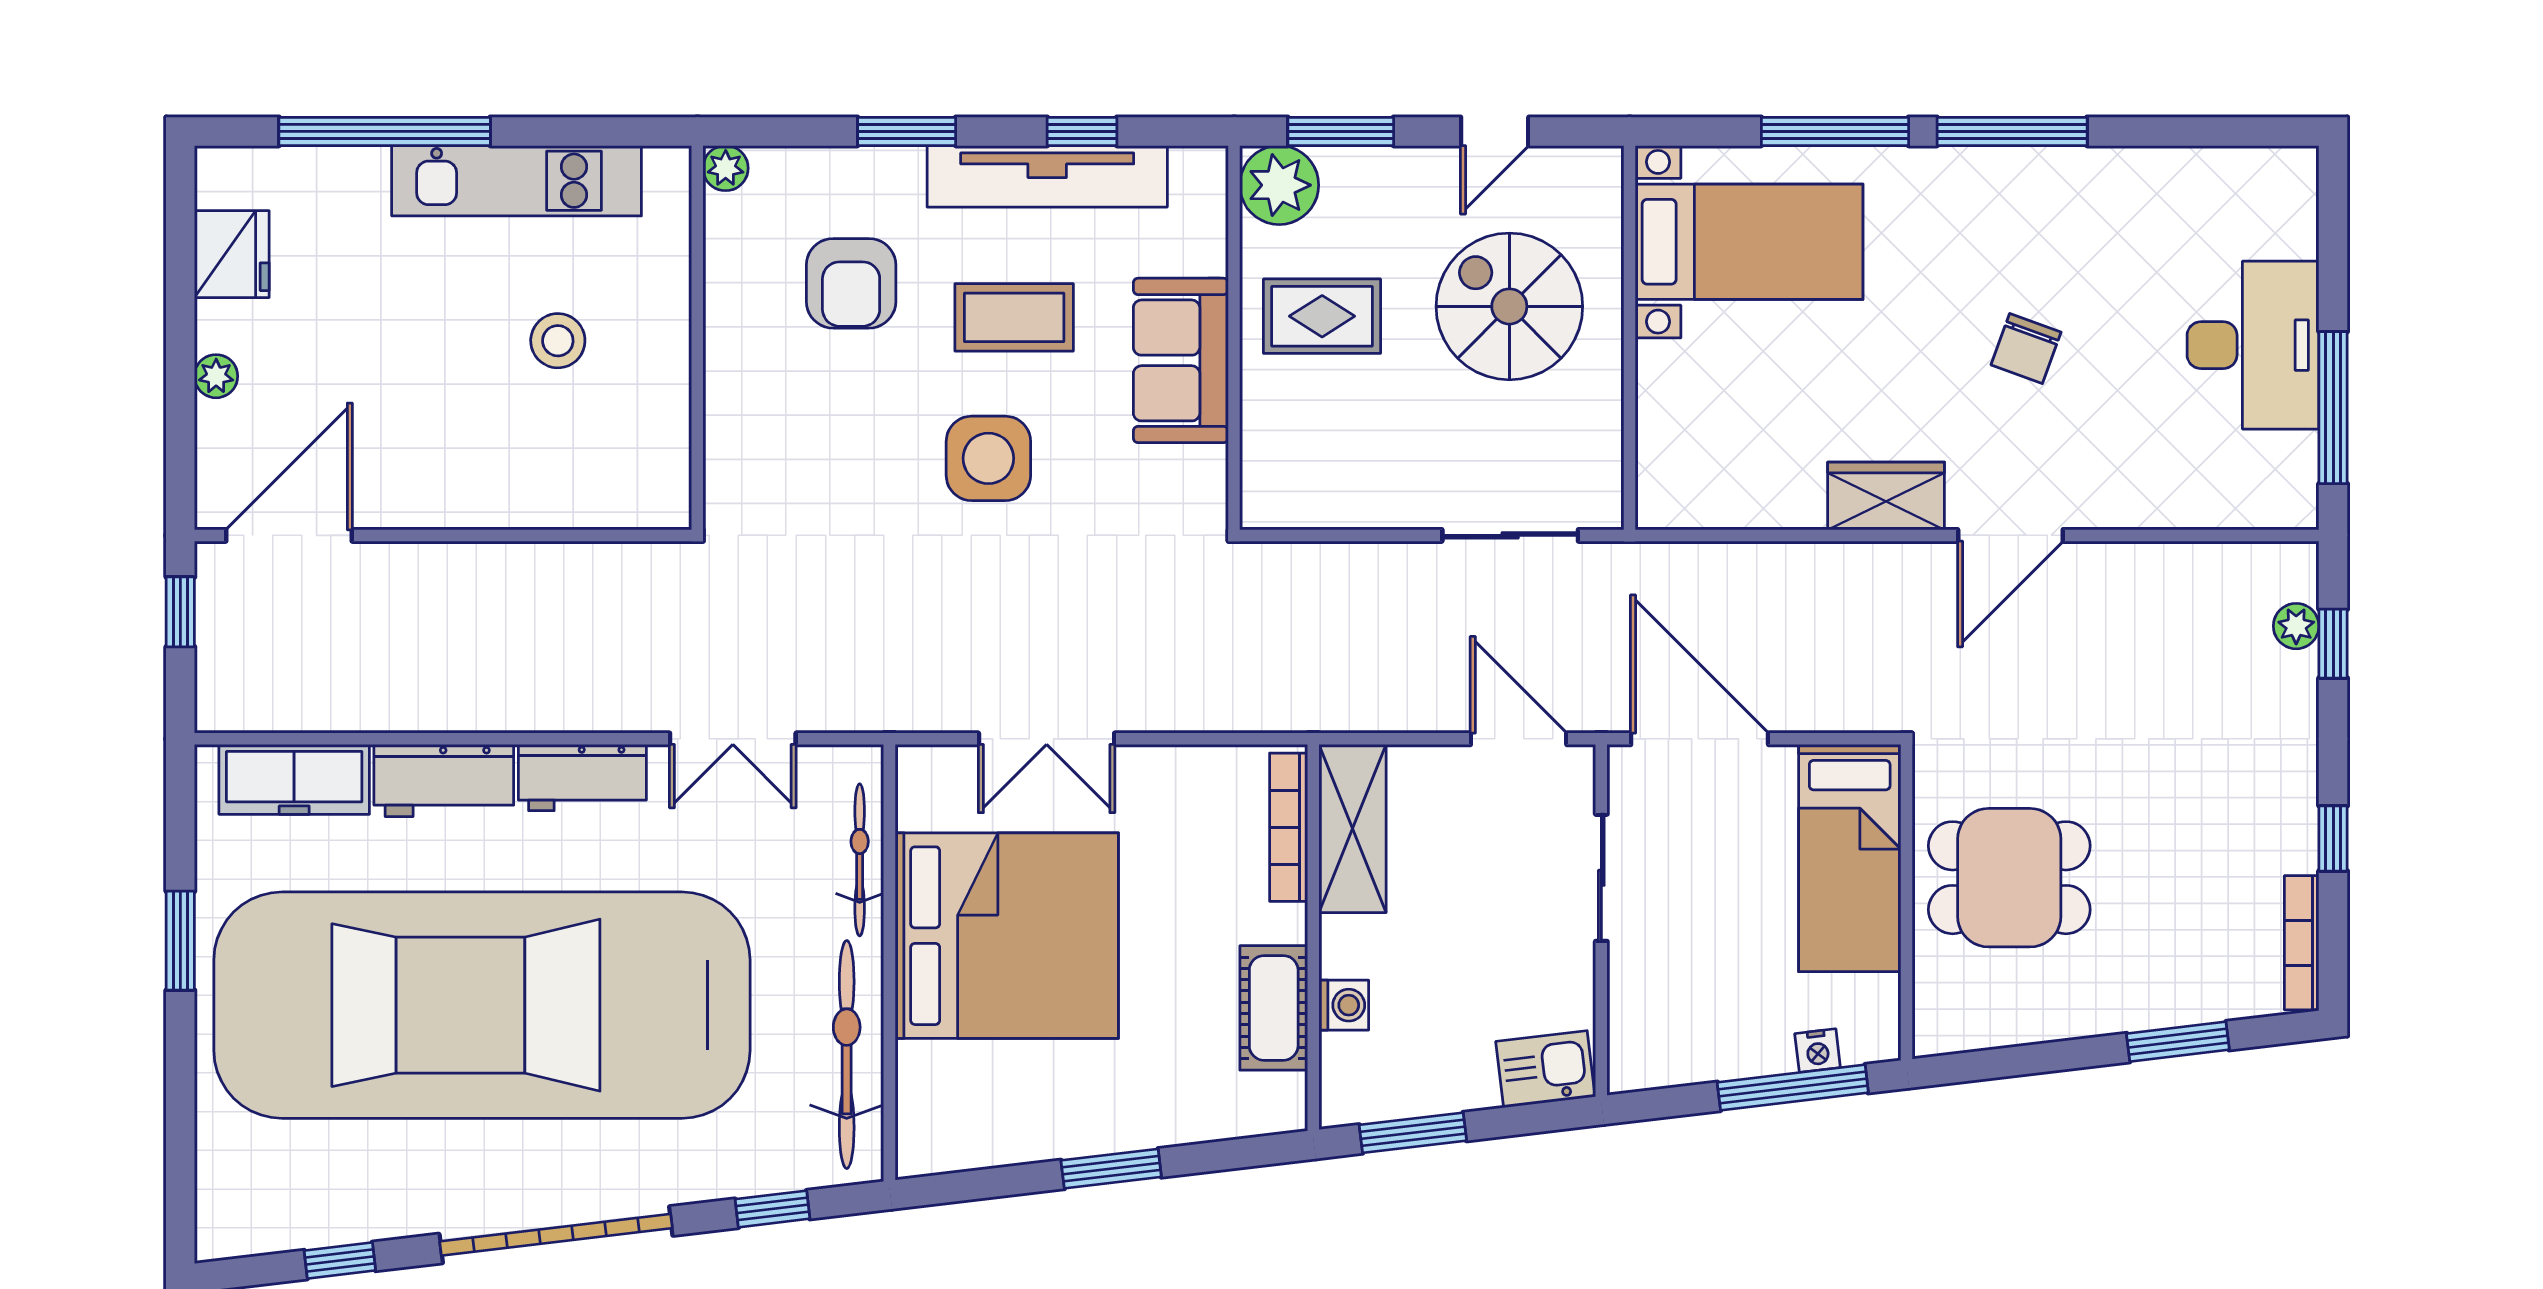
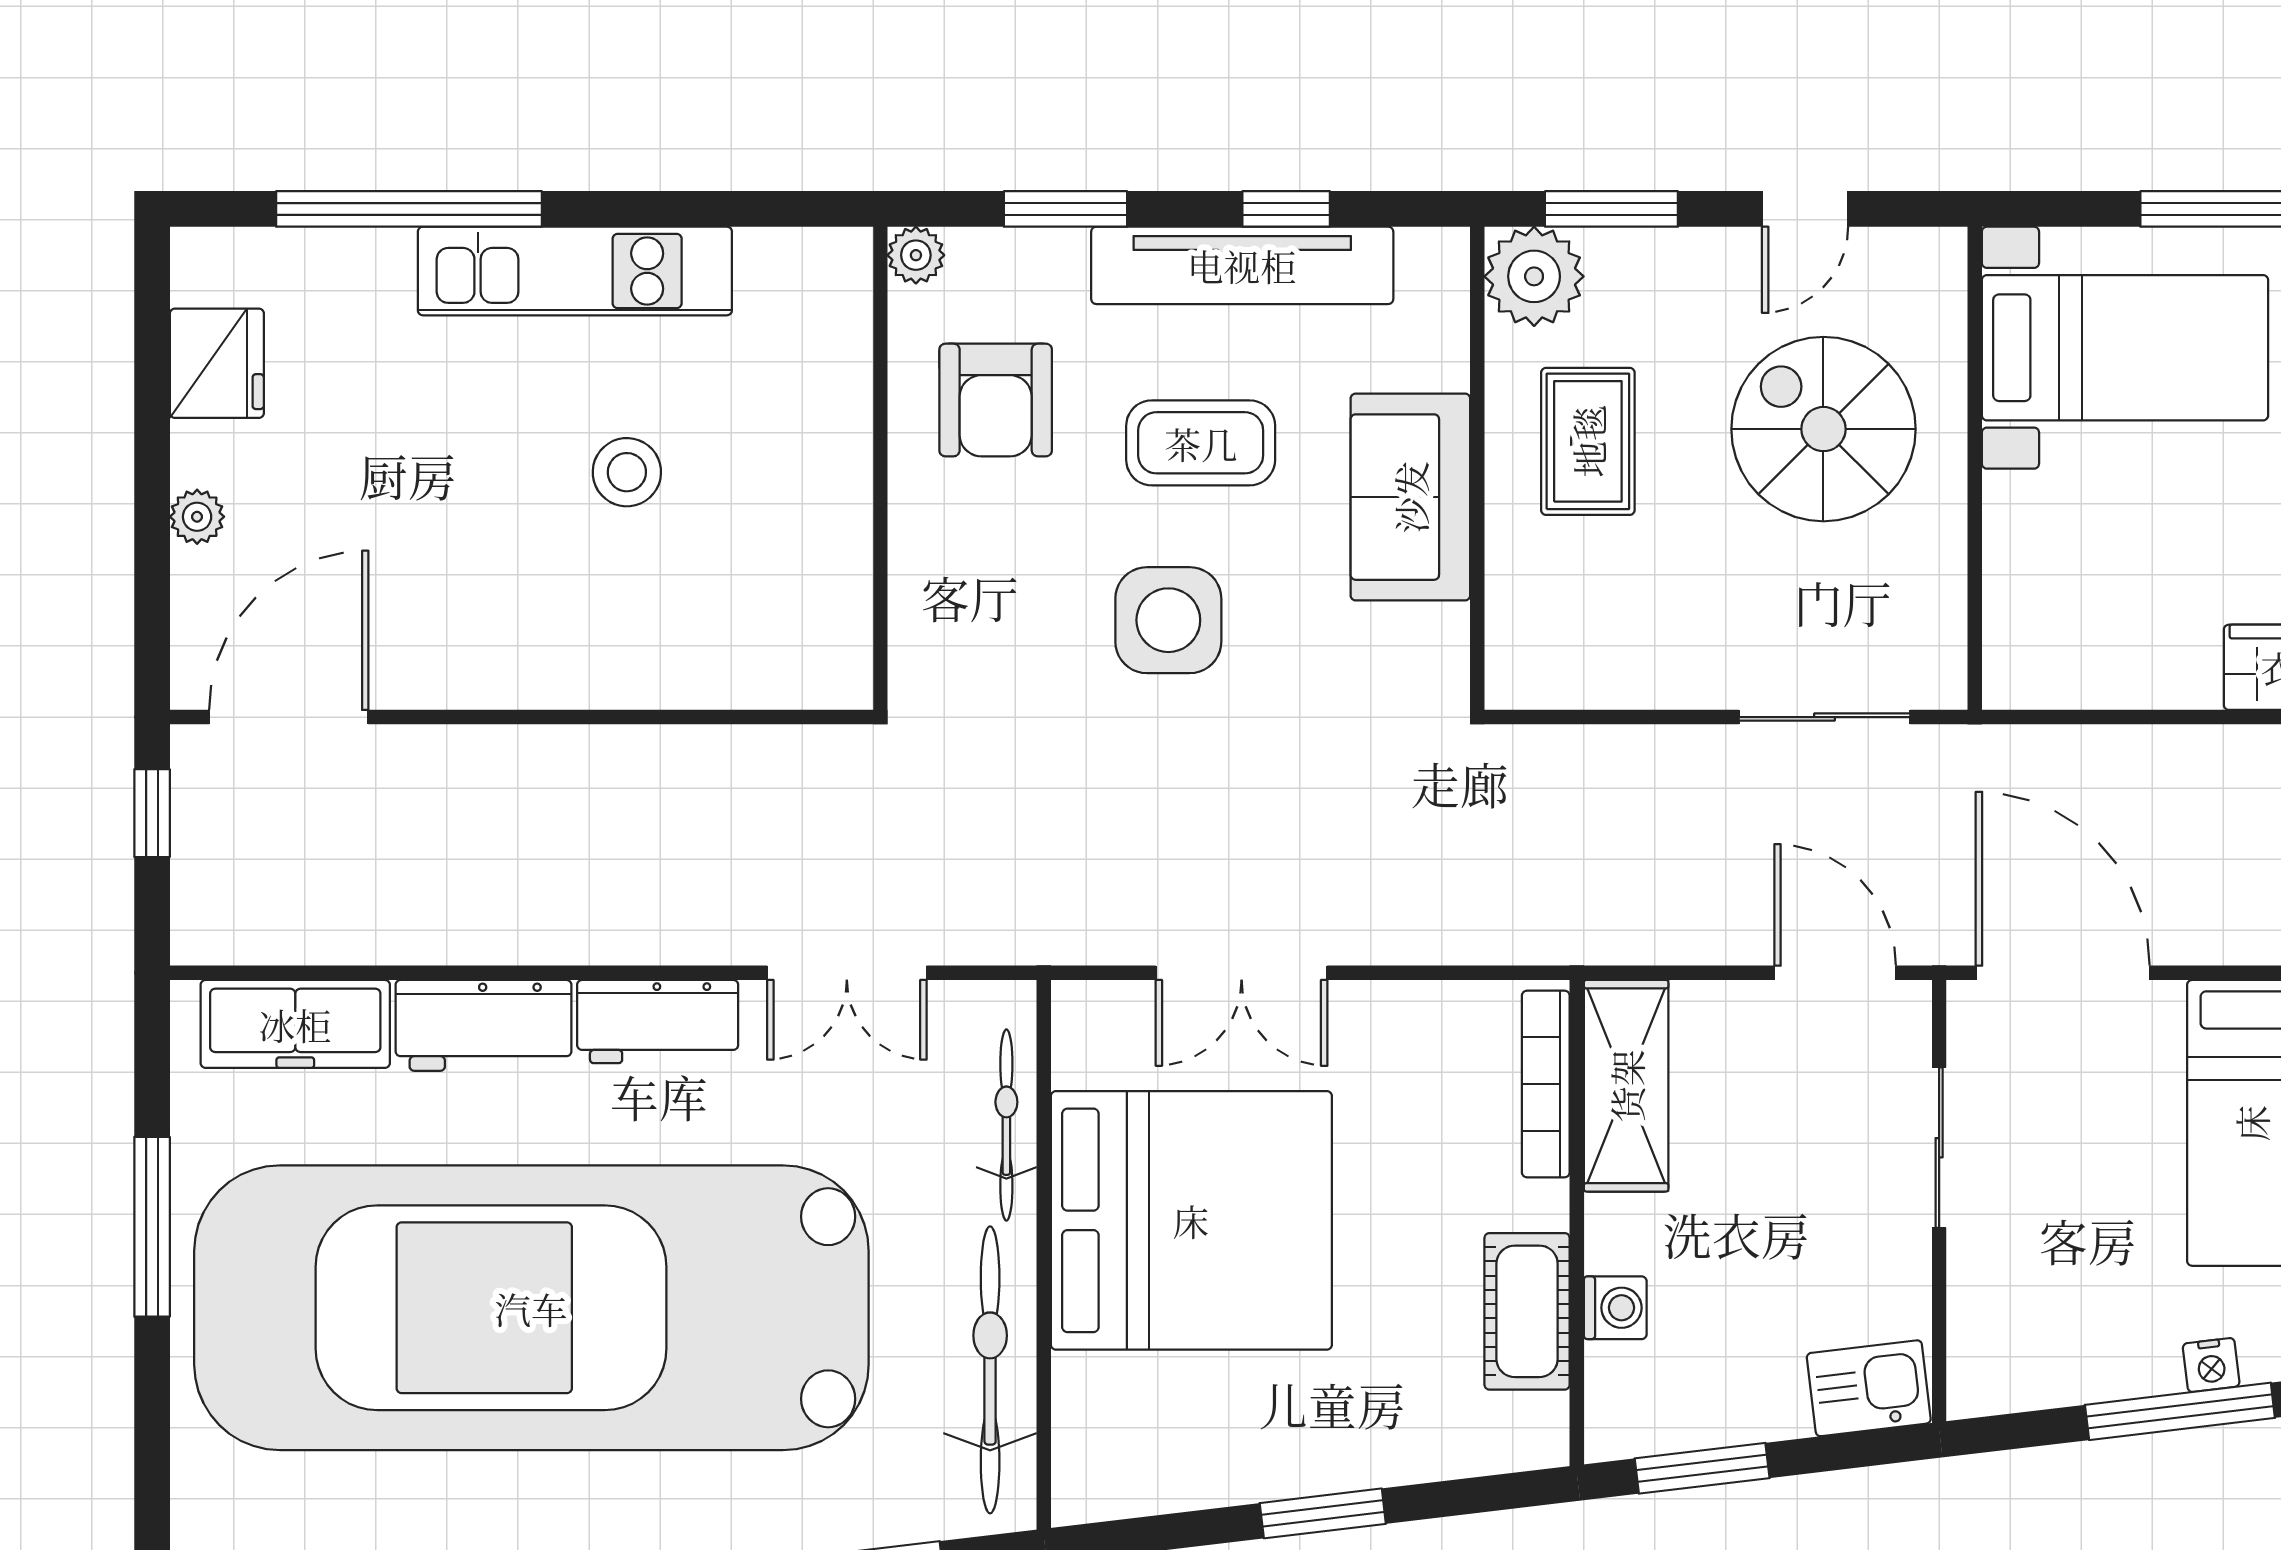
plant: (726, 168) -> (916, 255), moved
rug: (1322, 316) -> (1588, 441), turned 90
wall: (697, 338) -> (880, 468), moved
window: (180, 941) -> (152, 1227), width x1.44

